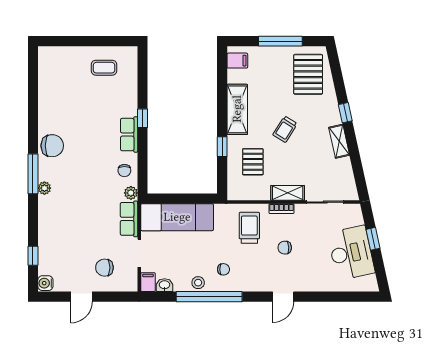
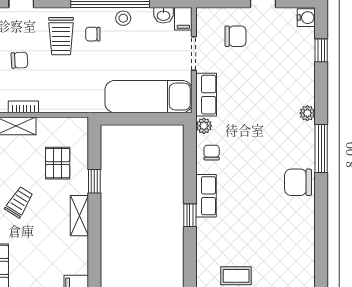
shelving: (237, 109) -> (79, 216), width x0.67, depth x0.75
plant: (44, 188) -> (307, 113), moved
trolley: (249, 228) -> (61, 36), moved

